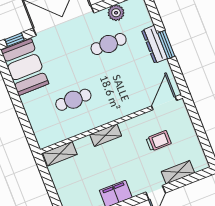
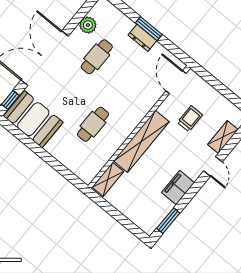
dresser: (155, 44) -> (142, 38), width x0.70
shelving: (106, 135) -> (141, 141), width x2.20, depth x1.33

